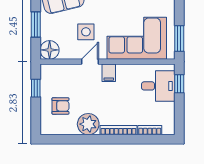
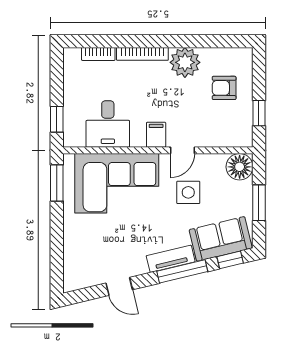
desk: (158, 86) -> (108, 124), moved, turned -90

